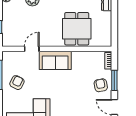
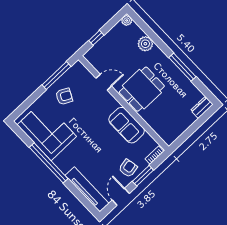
dining table: (77, 29) -> (142, 89), moved
sofa: (55, 60) -> (127, 125), moved

